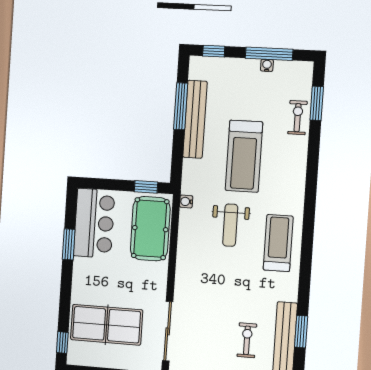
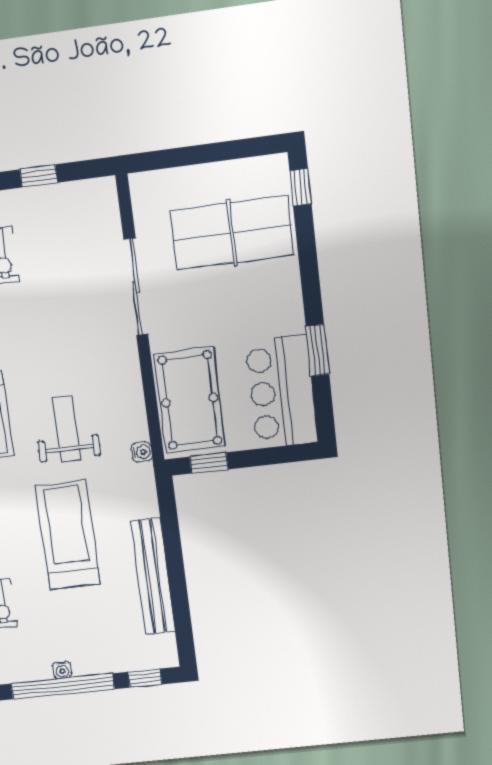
window: (269, 54) -> (63, 686), width x1.46
window: (181, 106) -> (179, 592), removed
sliding door: (168, 331) -> (136, 287), moved

